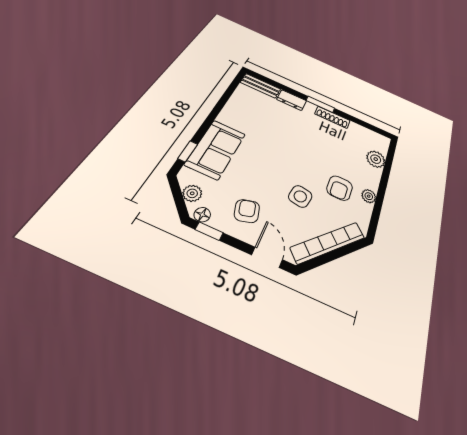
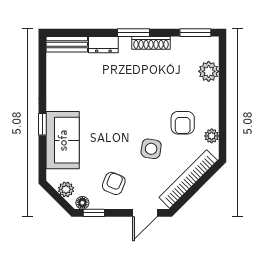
window: (372, 128) -> (195, 33), added
window: (188, 151) -> (42, 124), moved
plant: (369, 196) -> (212, 136), moved
armchair: (247, 211) -> (114, 183), turned 38
door: (267, 257) -> (145, 213), swing flipped

